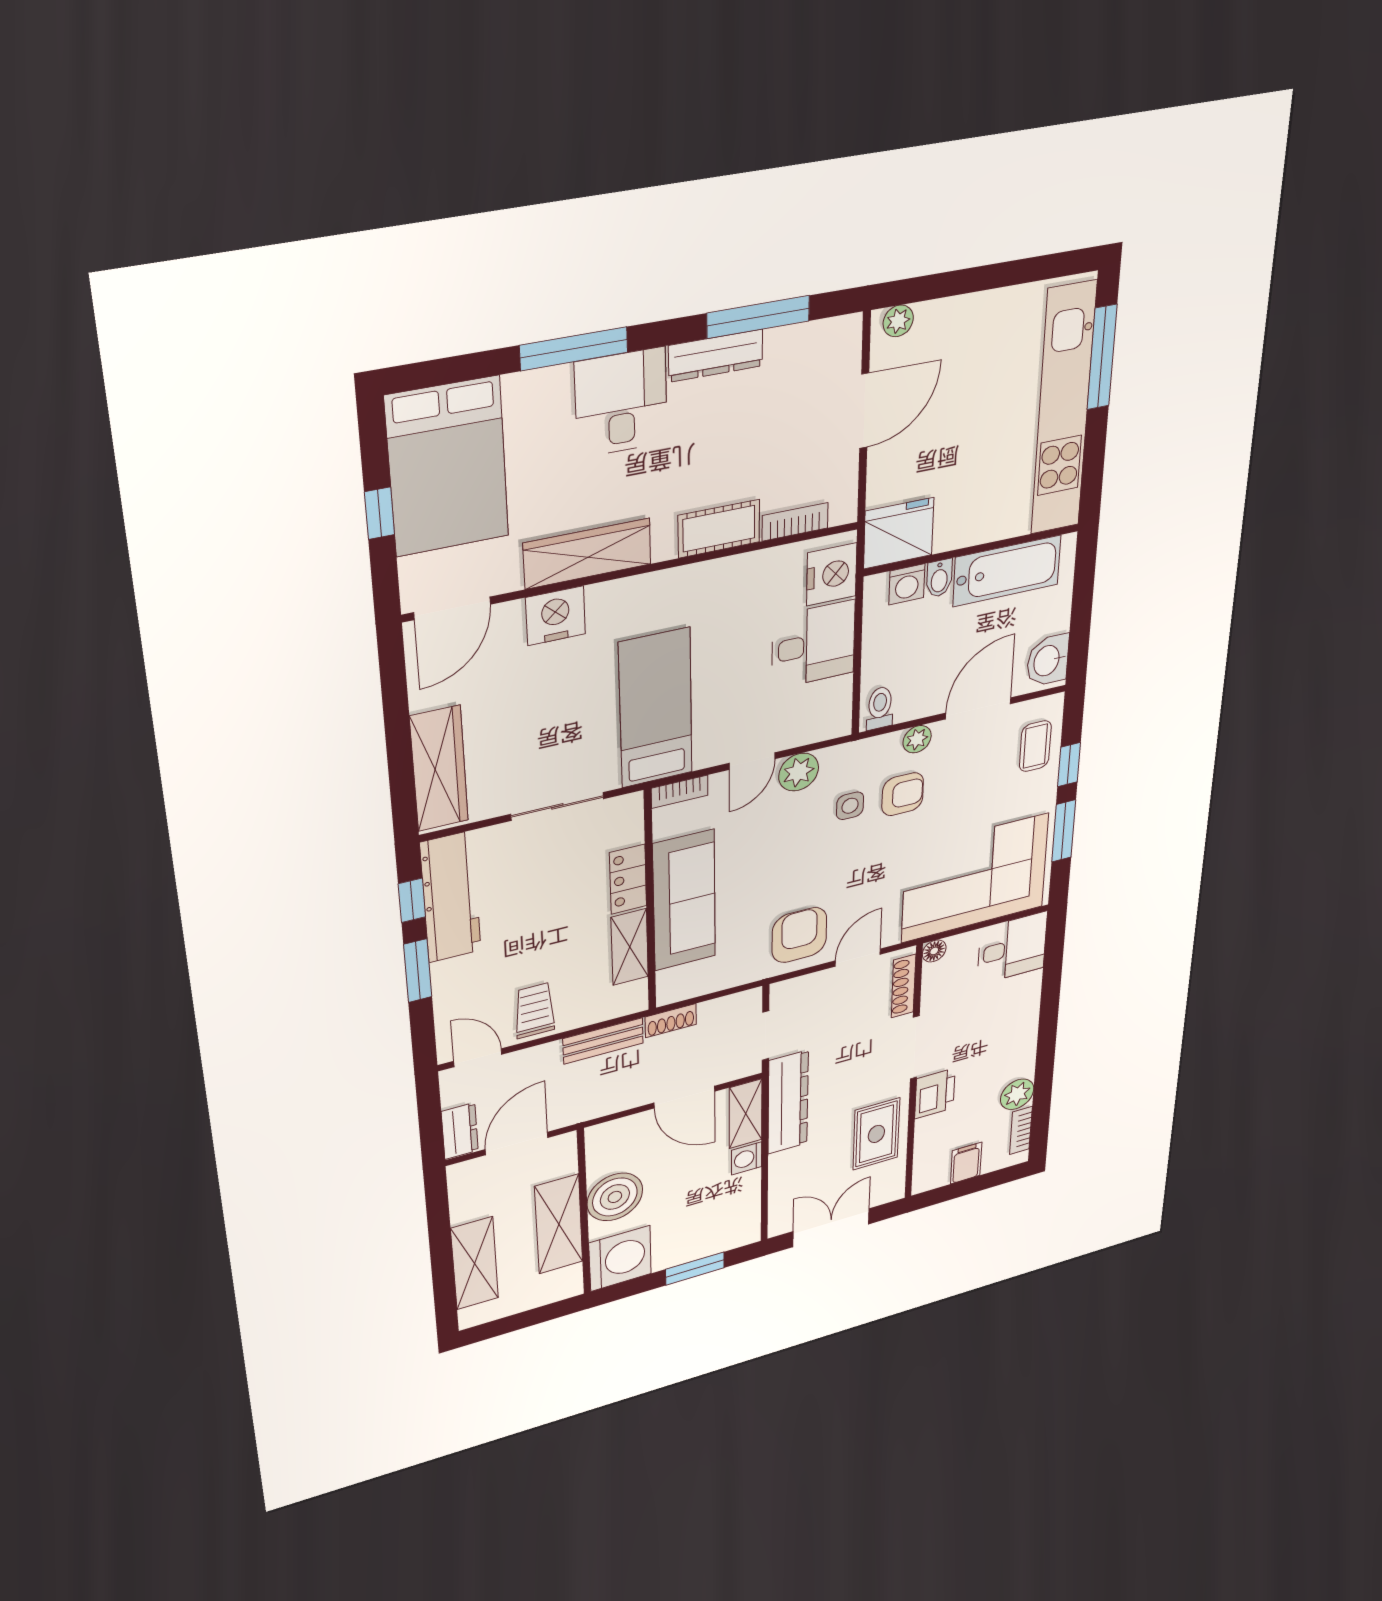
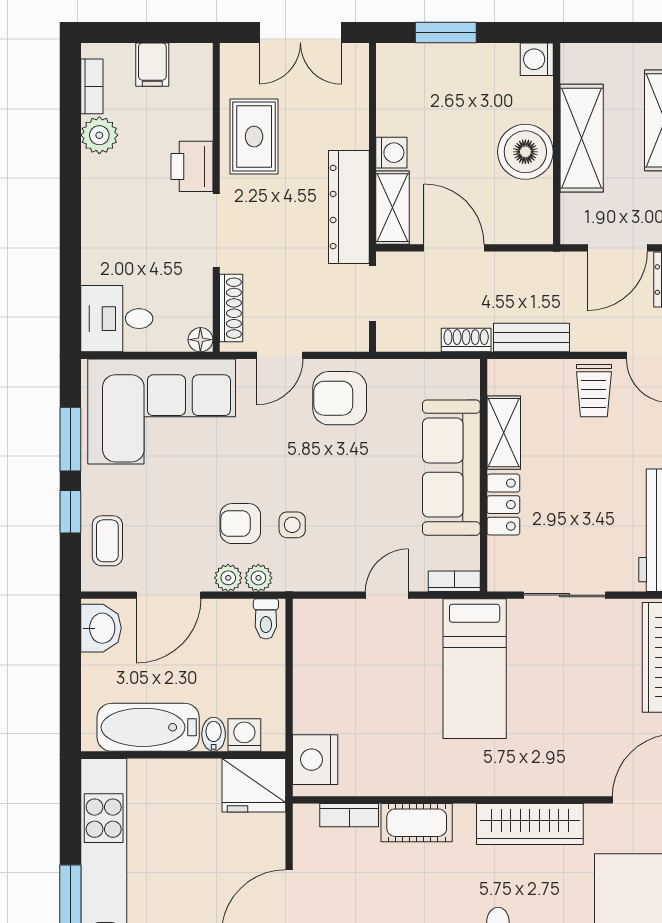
nightstand: (555, 616) -> (559, 775), removed
desk: (813, 645) -> (331, 696), removed
plant: (799, 772) -> (258, 578), moved, width x0.73, depth x0.73
armchair: (799, 935) -> (340, 398), turned 90
washing machine: (620, 1258) -> (537, 59), width x0.53, depth x0.53

